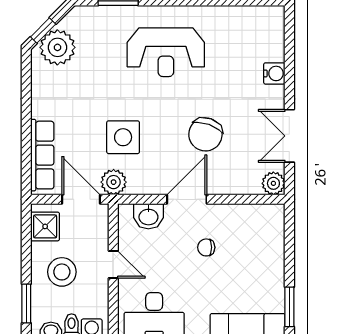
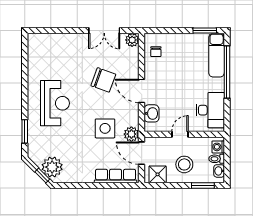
water cooler: (274, 73) -> (67, 39), removed
door: (81, 199) -> (142, 153), hinge flipped
chair: (206, 247) -> (156, 52), moved

